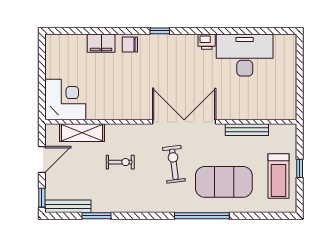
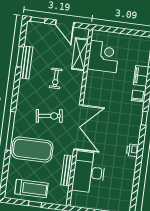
desk: (245, 55) -> (89, 172), moved, turned 180
corner desk: (65, 100) -> (103, 57), moved, turned -90
treadmill: (279, 176) -> (31, 189), turned 180
exercise mat: (224, 182) -> (32, 150), turned 90
bench: (68, 206) -> (26, 62), moved

